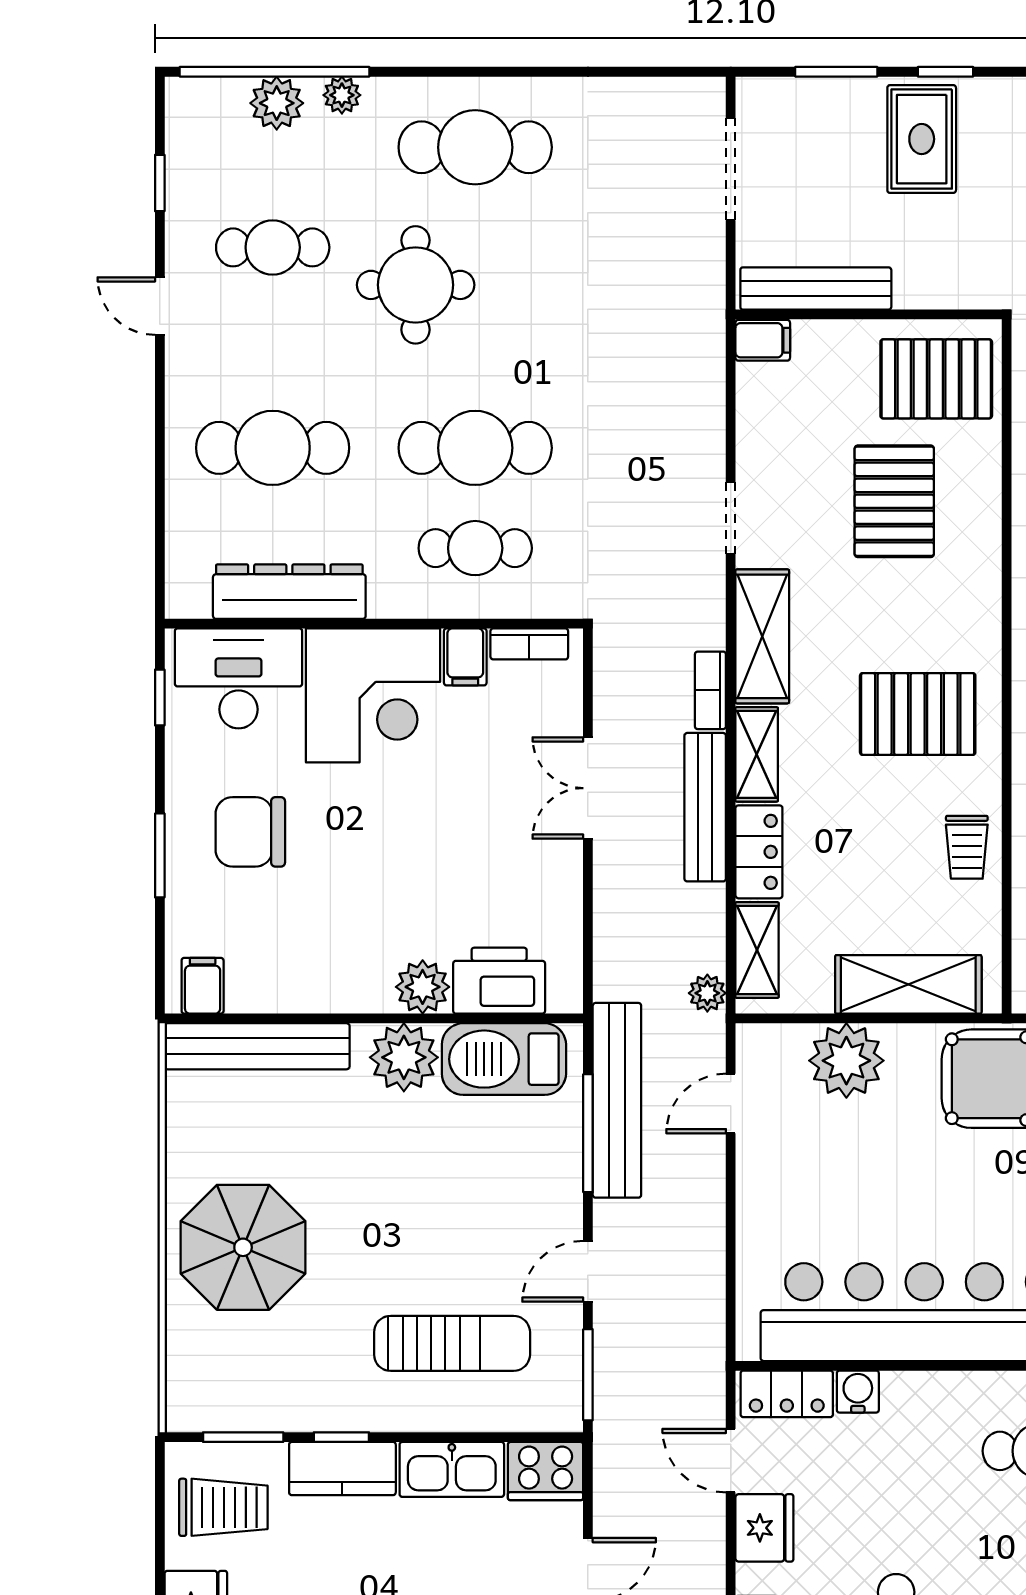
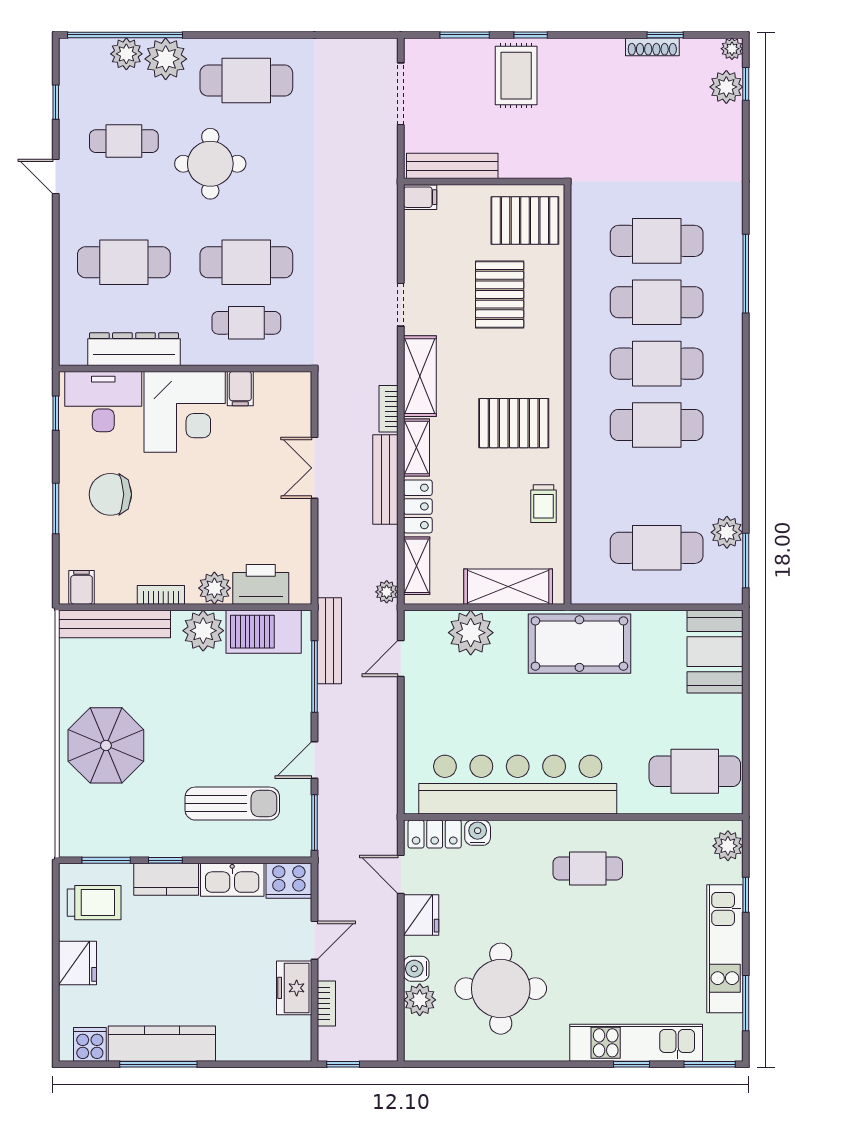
plant: (342, 95) -> (166, 59), width x1.87, depth x1.87
bookcase: (529, 644) -> (161, 595), moved, turned 180
bench: (617, 1100) -> (329, 641), width x0.73, depth x0.82

